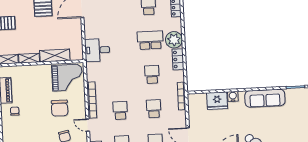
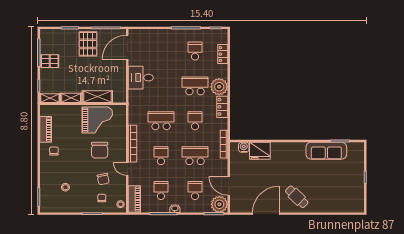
desk: (97, 50) -> (141, 78), moved
school desk: (118, 76) -> (161, 121), added
grand piano: (67, 78) -> (97, 120), moved
water cooler: (233, 96) -> (244, 147), moved
sofa: (265, 98) -> (326, 151), moved
school desk: (154, 109) -> (195, 156), width x1.85

